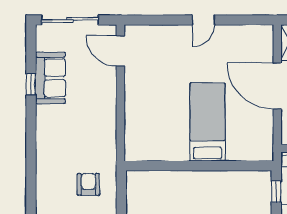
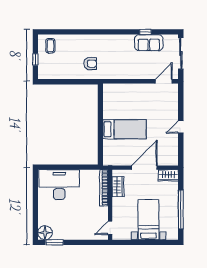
door: (203, 20) -> (181, 127), hinge flipped
window: (276, 192) -> (86, 167), removed

